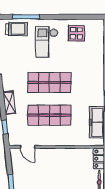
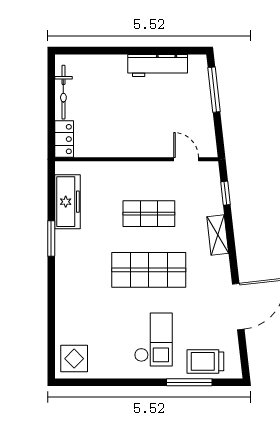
display table: (76, 33) -> (74, 359), moved
shop shelf: (49, 115) -> (149, 214), width x0.70, depth x0.74

